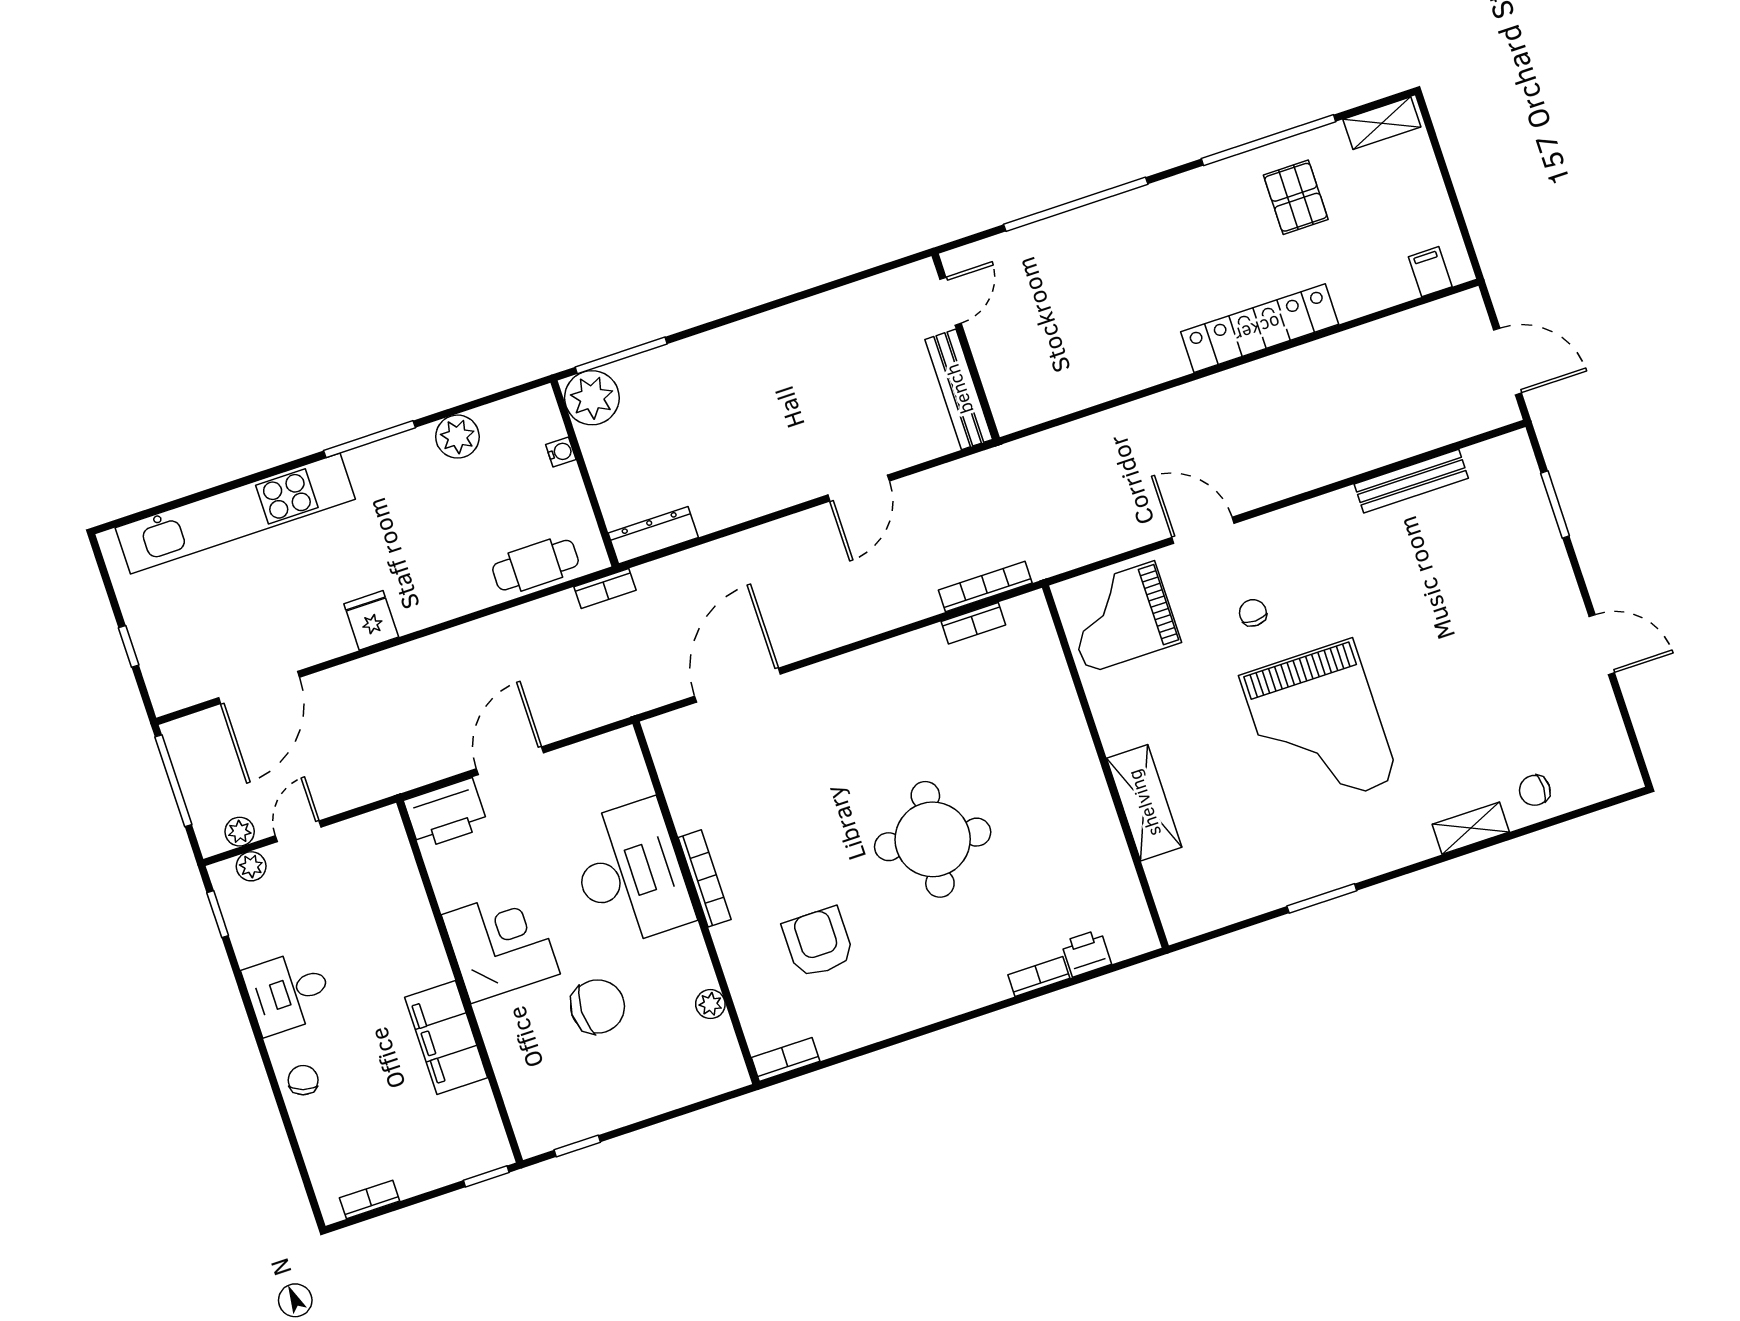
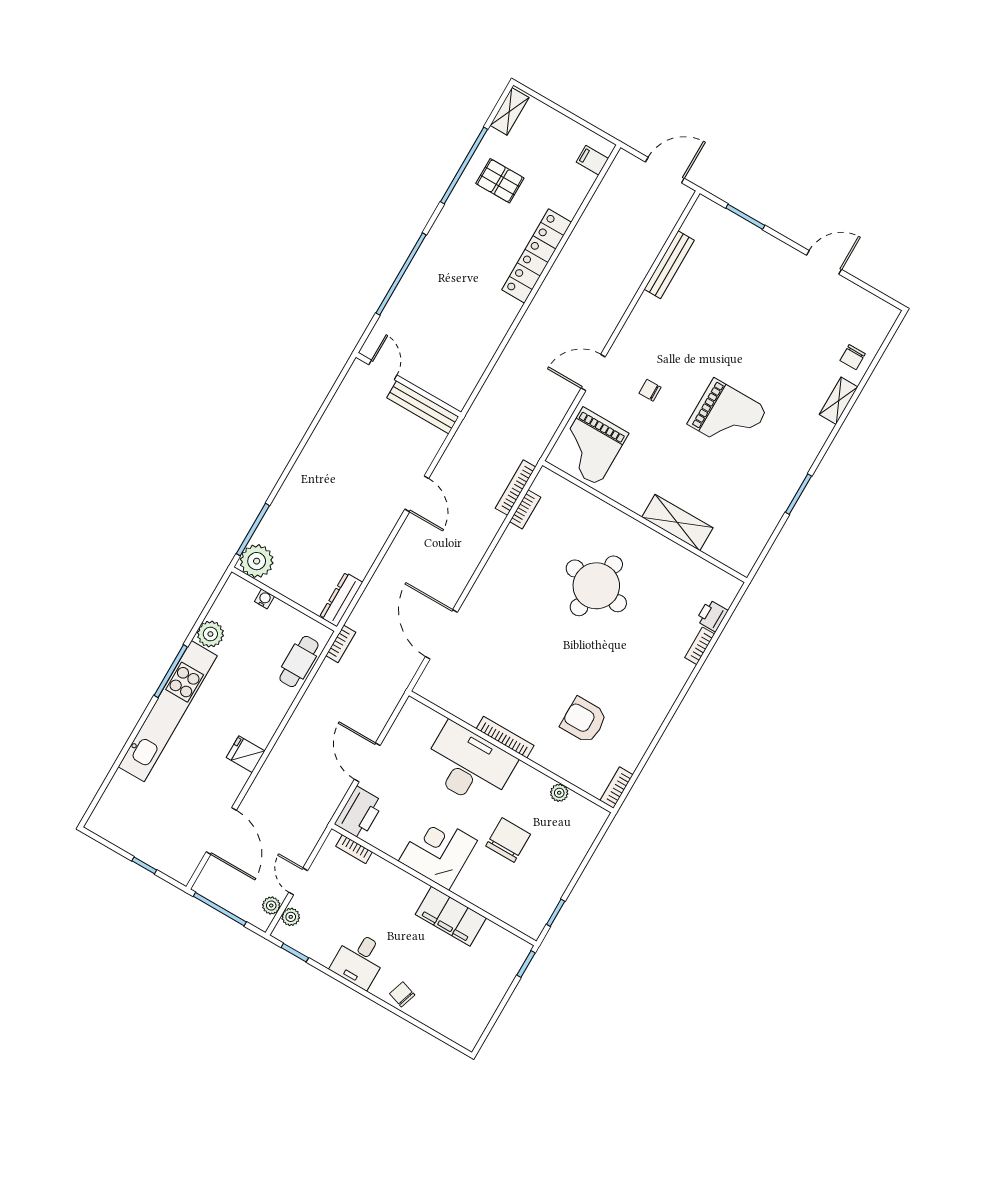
kitchen unit: (235, 514) -> (168, 711), moved
grand piano: (1319, 728) -> (727, 416), width x0.73, depth x0.68
round table: (933, 839) -> (596, 586), moved
bookcase: (370, 1199) -> (354, 849), moved, turned -90

